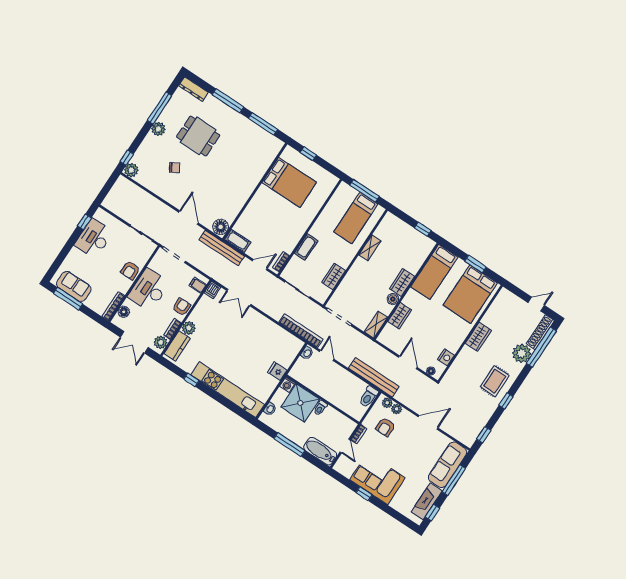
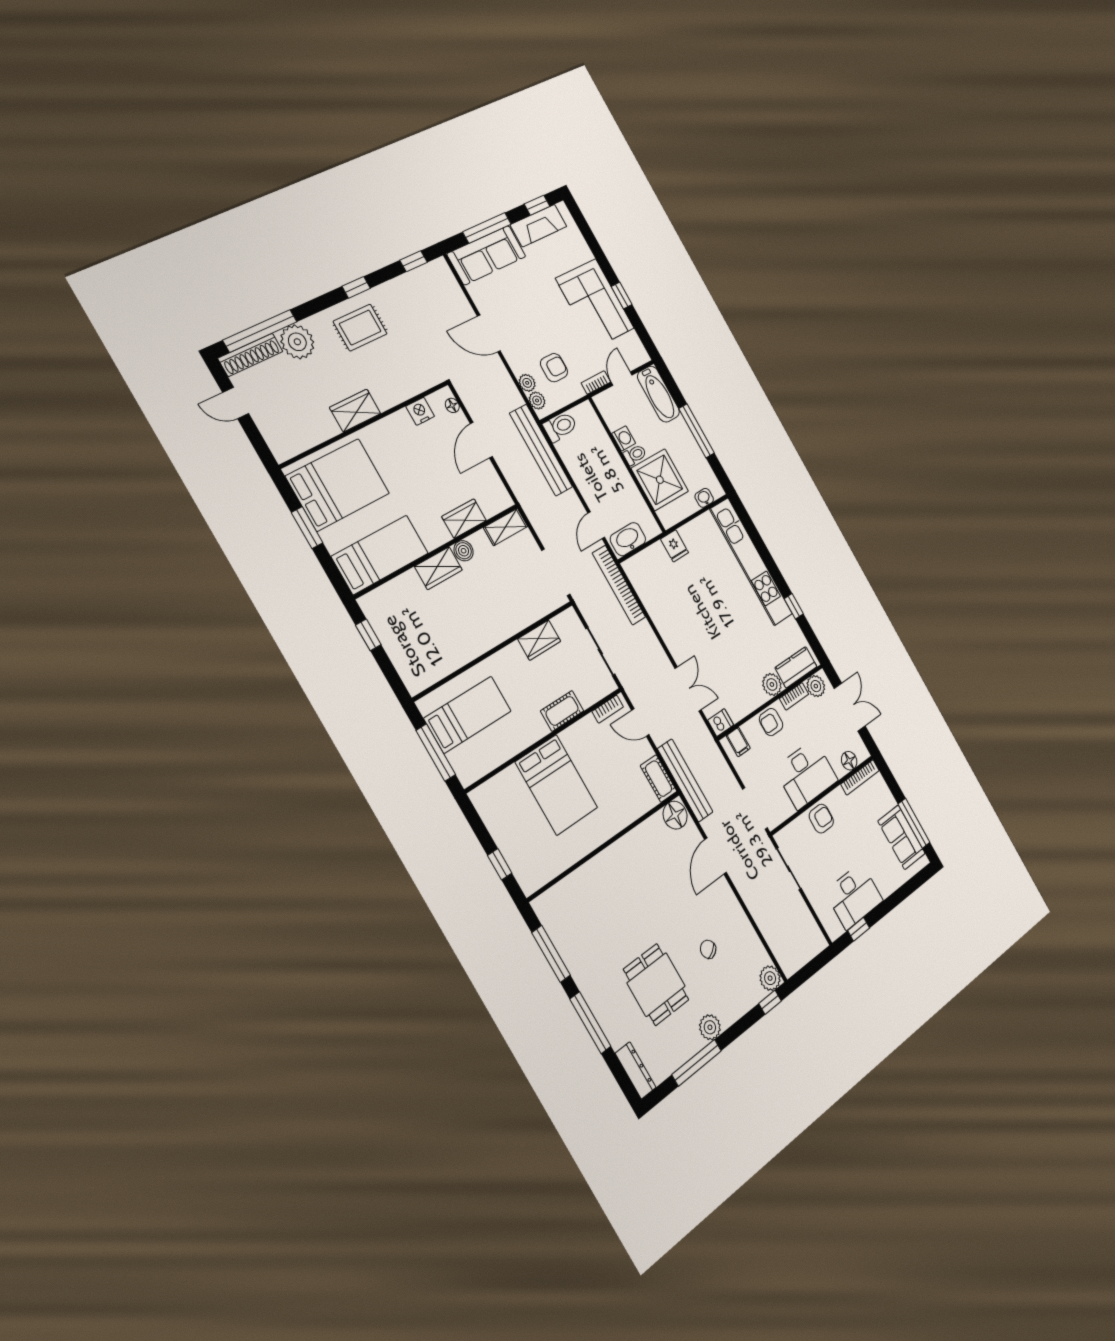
bed: (289, 182) -> (557, 785), moved, turned 180
shelving: (370, 248) -> (466, 653), removed
washbasin: (307, 353) -> (628, 539), width x1.91, depth x1.45
washing machine: (287, 385) -> (624, 438), moved

